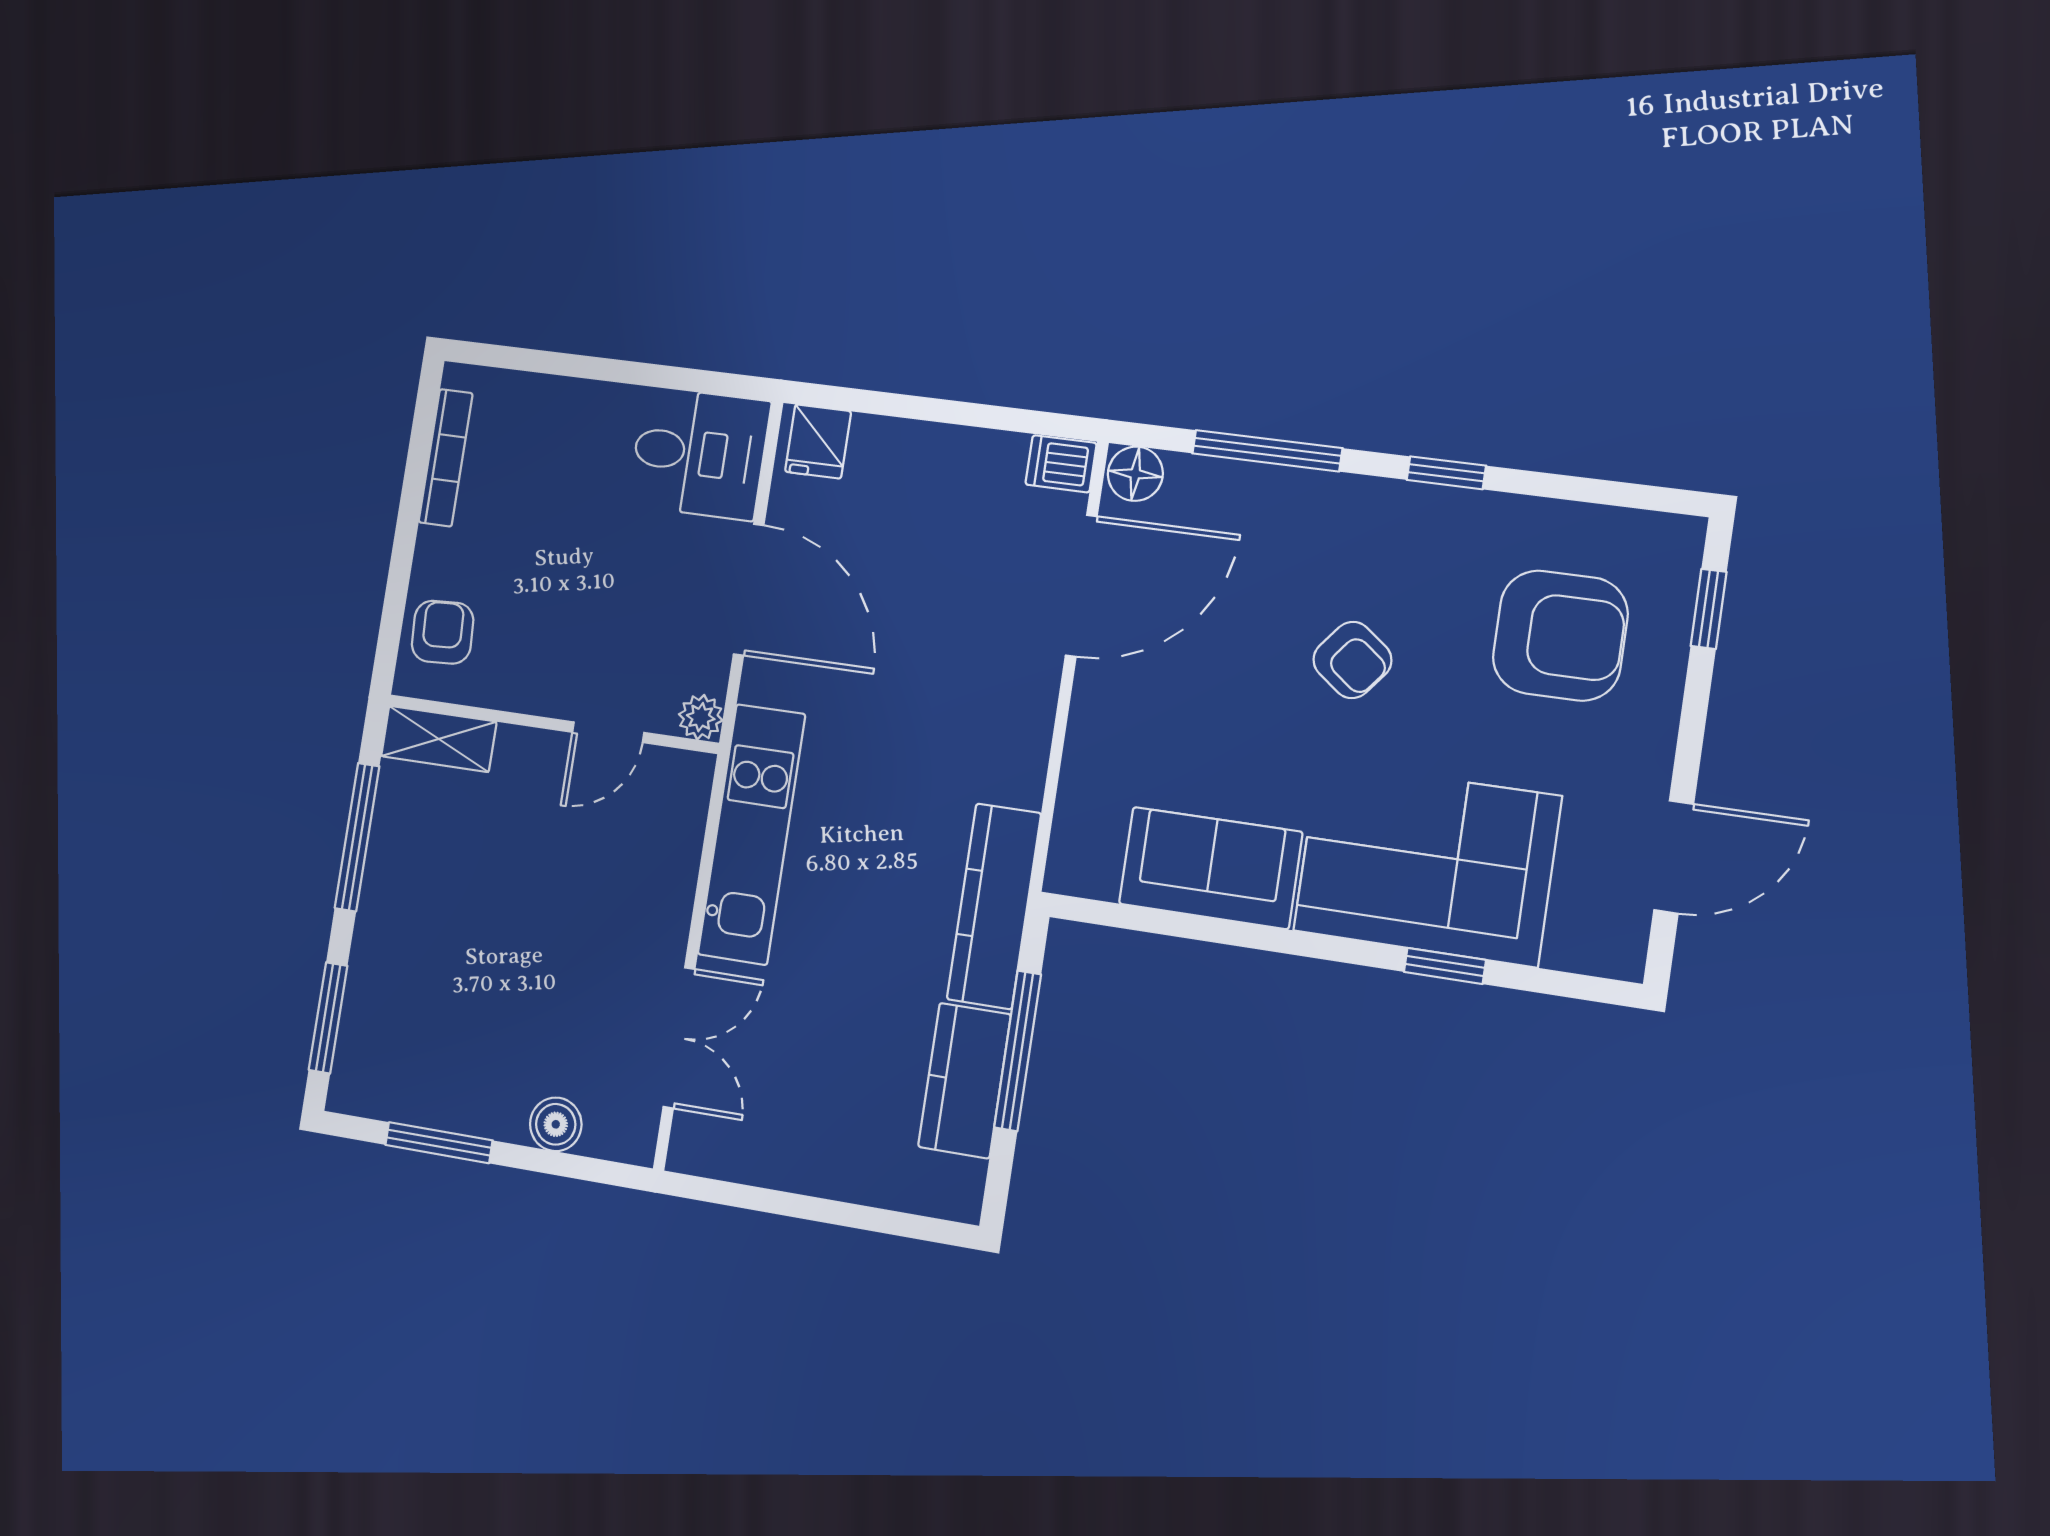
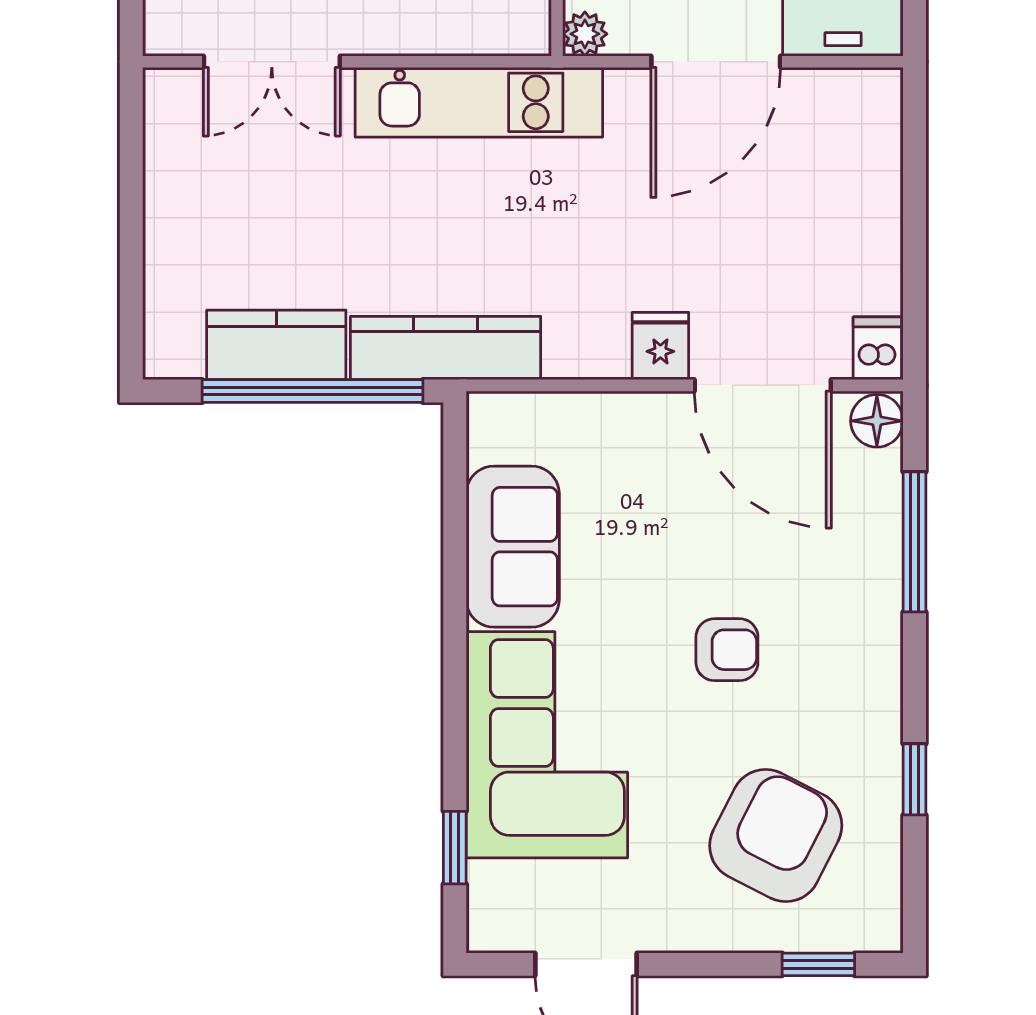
fridge: (818, 442) -> (660, 346), moved, turned 90
window: (1446, 473) -> (915, 779), moved
armchair: (1560, 636) -> (776, 836), turned -153
armchair: (1352, 660) -> (727, 650), turned -128
window: (1445, 966) -> (455, 848), moved
window: (1018, 1051) -> (313, 391), width x1.46

